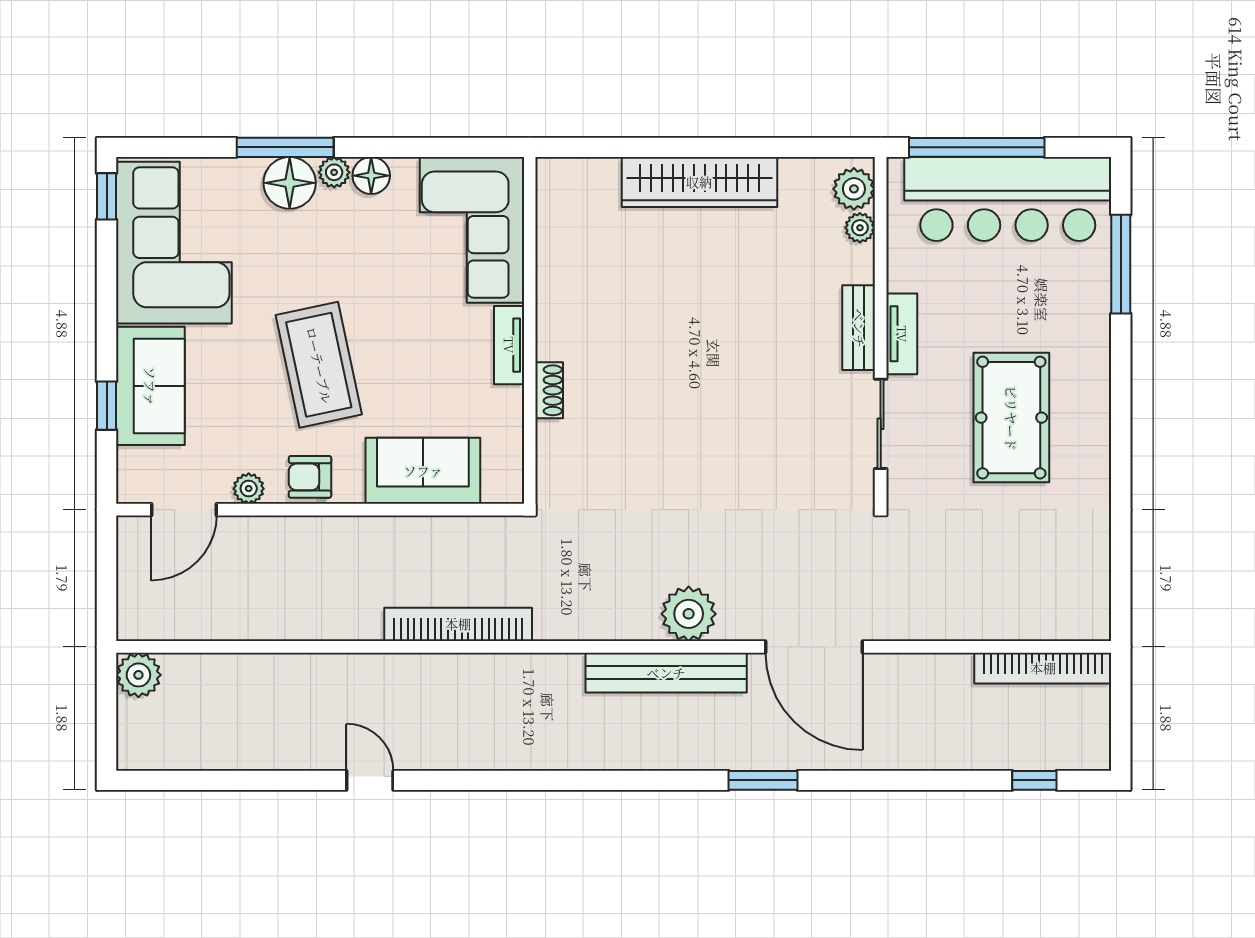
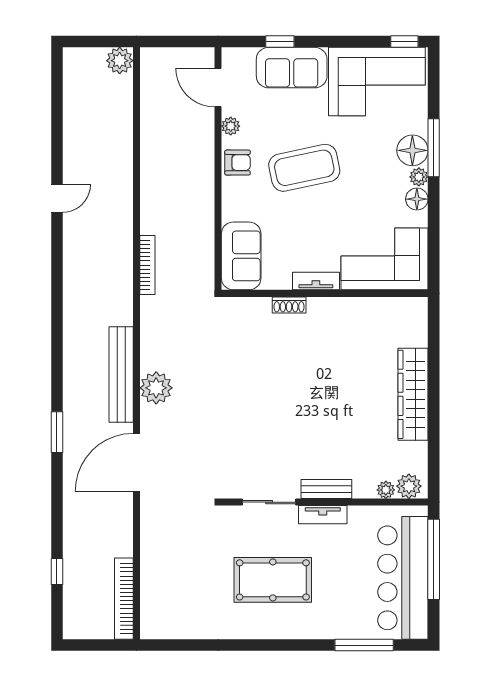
sofa: (423, 471) -> (241, 256), moved
armchair: (310, 477) -> (238, 163), turned 90
bookcase: (458, 624) -> (147, 265), width x0.68, depth x0.76
window: (1034, 780) -> (57, 572), moved

